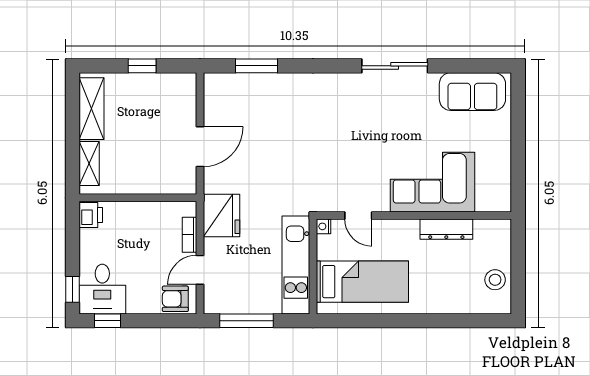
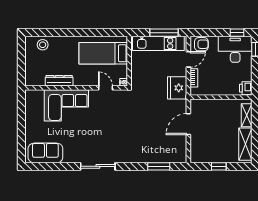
sliding door: (395, 66) -> (98, 166), moved
kitchen unit: (296, 265) -> (158, 43), moved, turned 90
stool: (495, 280) -> (43, 45), moved
desk: (102, 289) -> (235, 49), width x1.37

